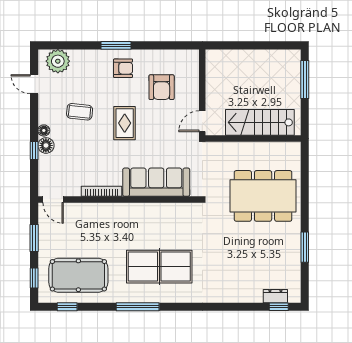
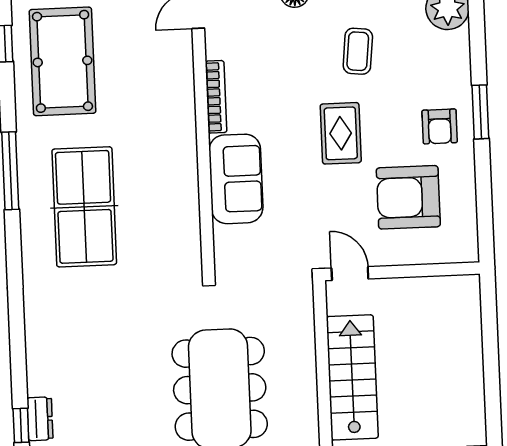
armchair: (162, 87) -> (408, 197), width x1.36, depth x1.36
rug: (125, 123) -> (341, 133), turned 90
sofa: (156, 182) -> (236, 179), width x0.73

